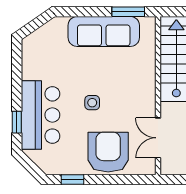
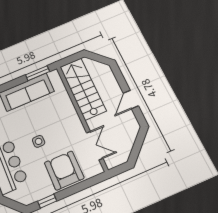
double door: (158, 138) -> (95, 146), swing flipped

